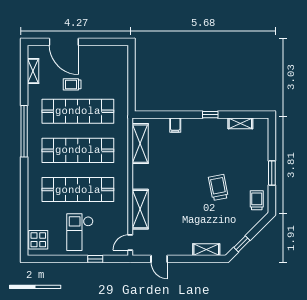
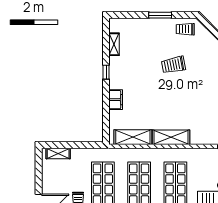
shelving: (122, 63) -> (58, 154), added
filing cabinet: (175, 125) -> (116, 100), width x2.00
shelving: (140, 209) -> (171, 137), moved

